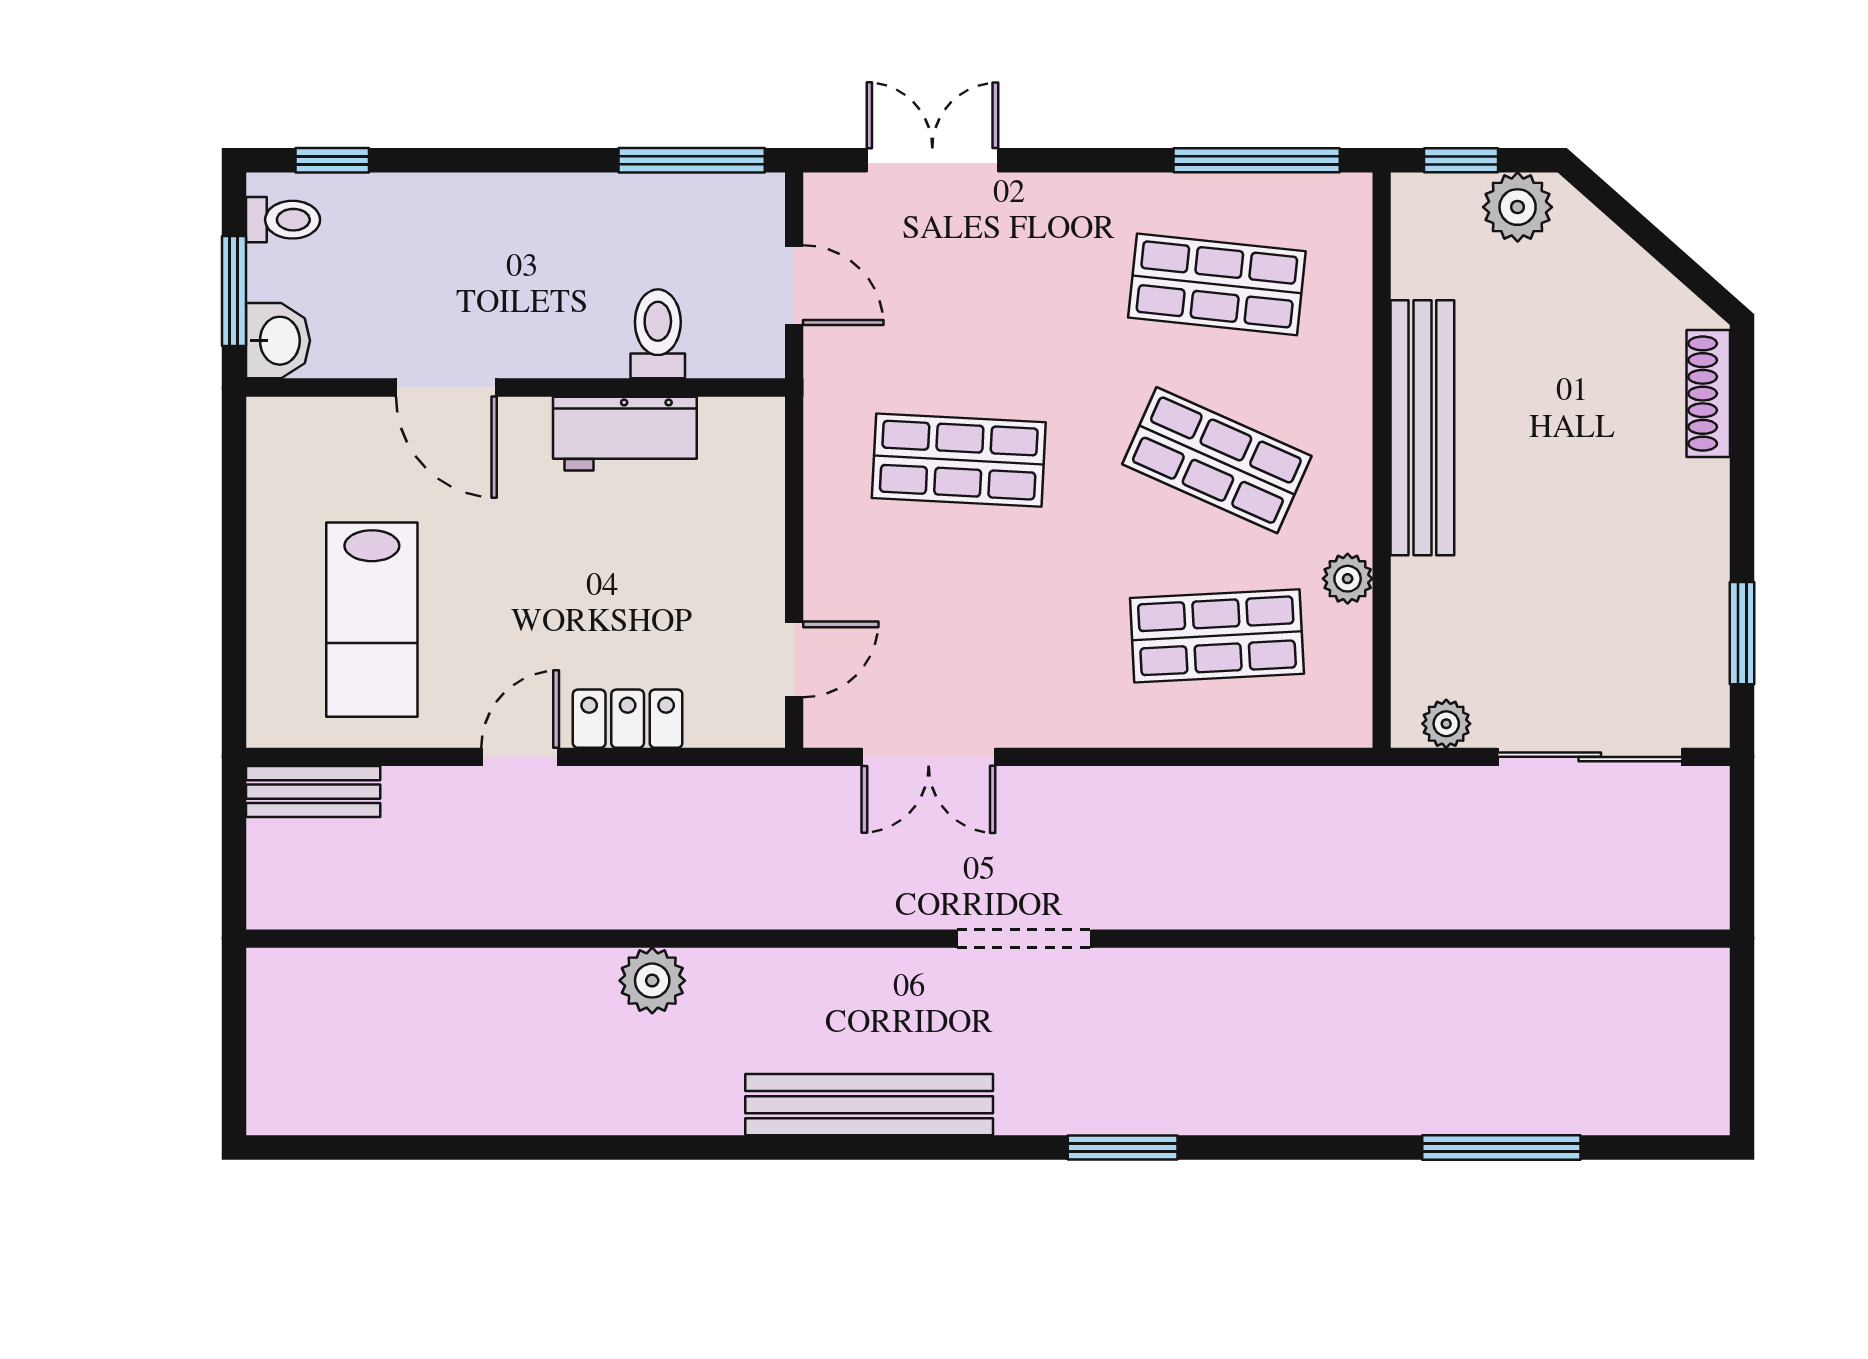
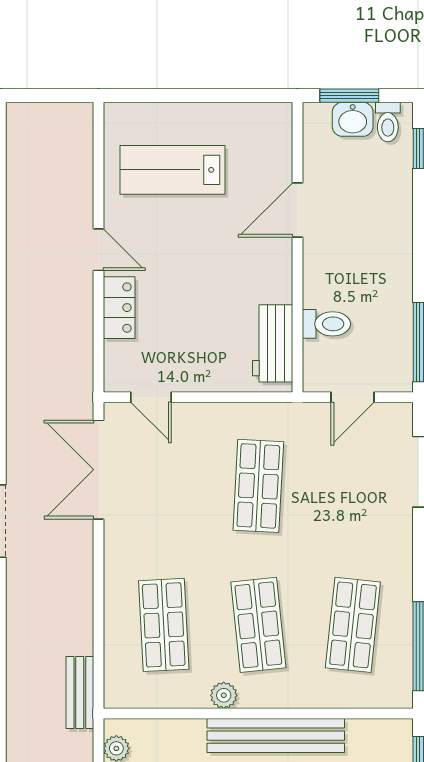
washbasin: (278, 341) -> (353, 119), moved
workbench: (625, 434) -> (273, 343), moved
shop shelf: (1217, 460) -> (258, 625), turned -30
plant: (1348, 579) -> (224, 695), moved
double door: (929, 757) -> (99, 470), width x1.37
bench: (313, 792) -> (80, 692), moved

